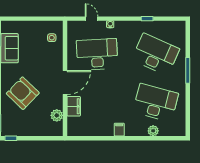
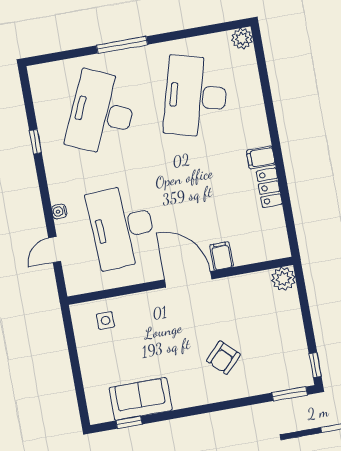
armchair: (23, 93) -> (223, 358), width x0.53, depth x0.53
filing cabinet: (74, 106) -> (222, 256), width x0.50
plant: (57, 115) -> (283, 279), moved
locker: (103, 131) -> (269, 188), added
plant: (153, 131) -> (242, 39), moved

